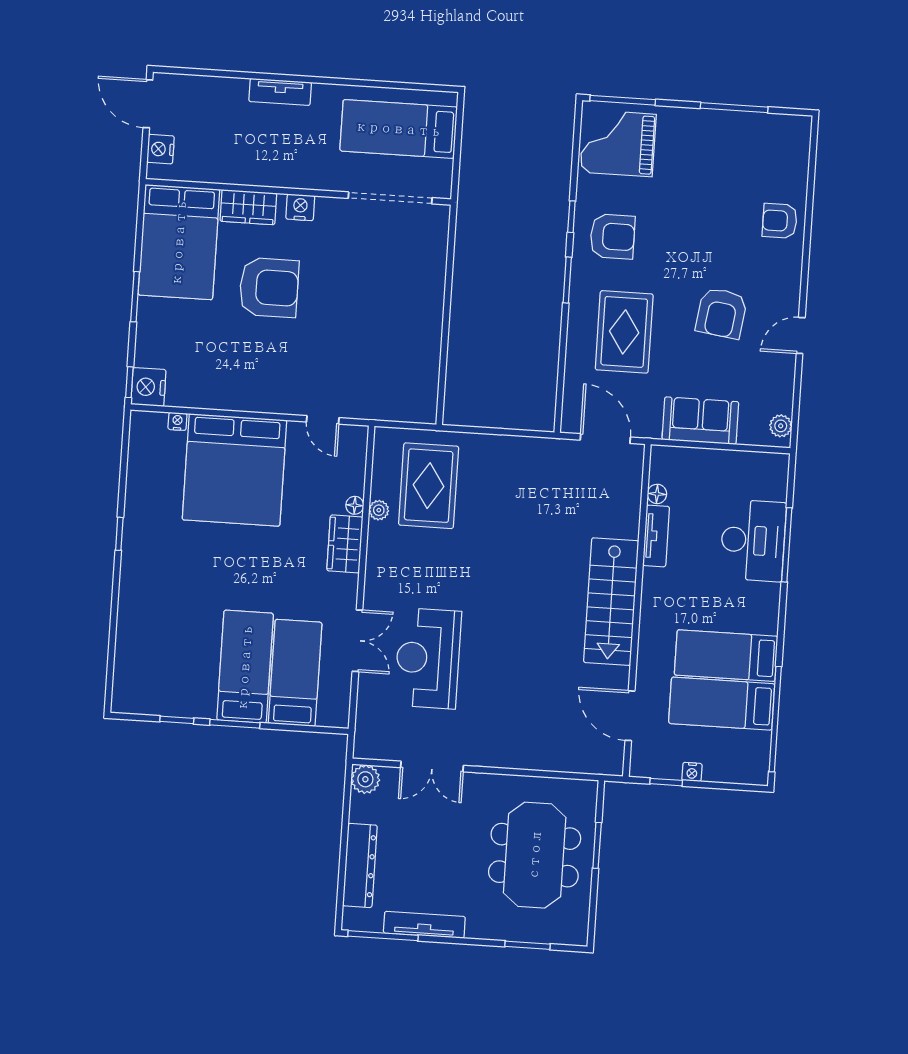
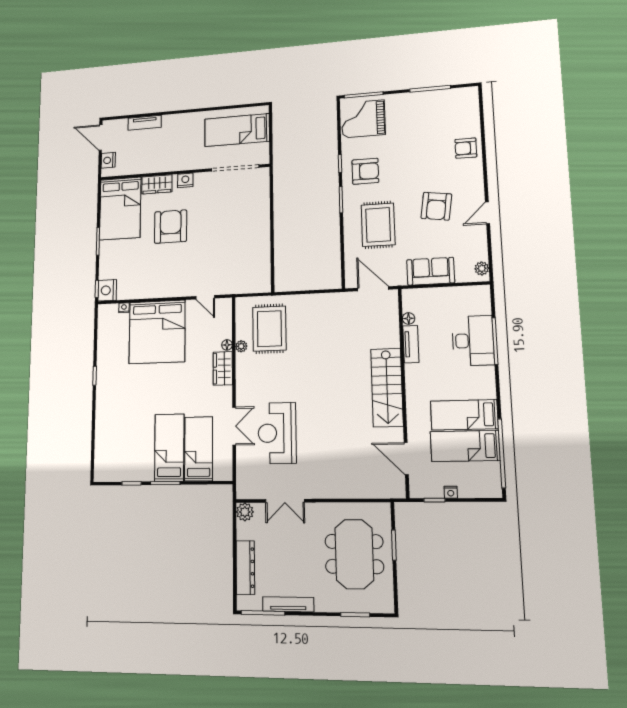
tv unit: (280, 92) -> (145, 123), moved
armchair: (269, 287) -> (171, 227), turned -90

